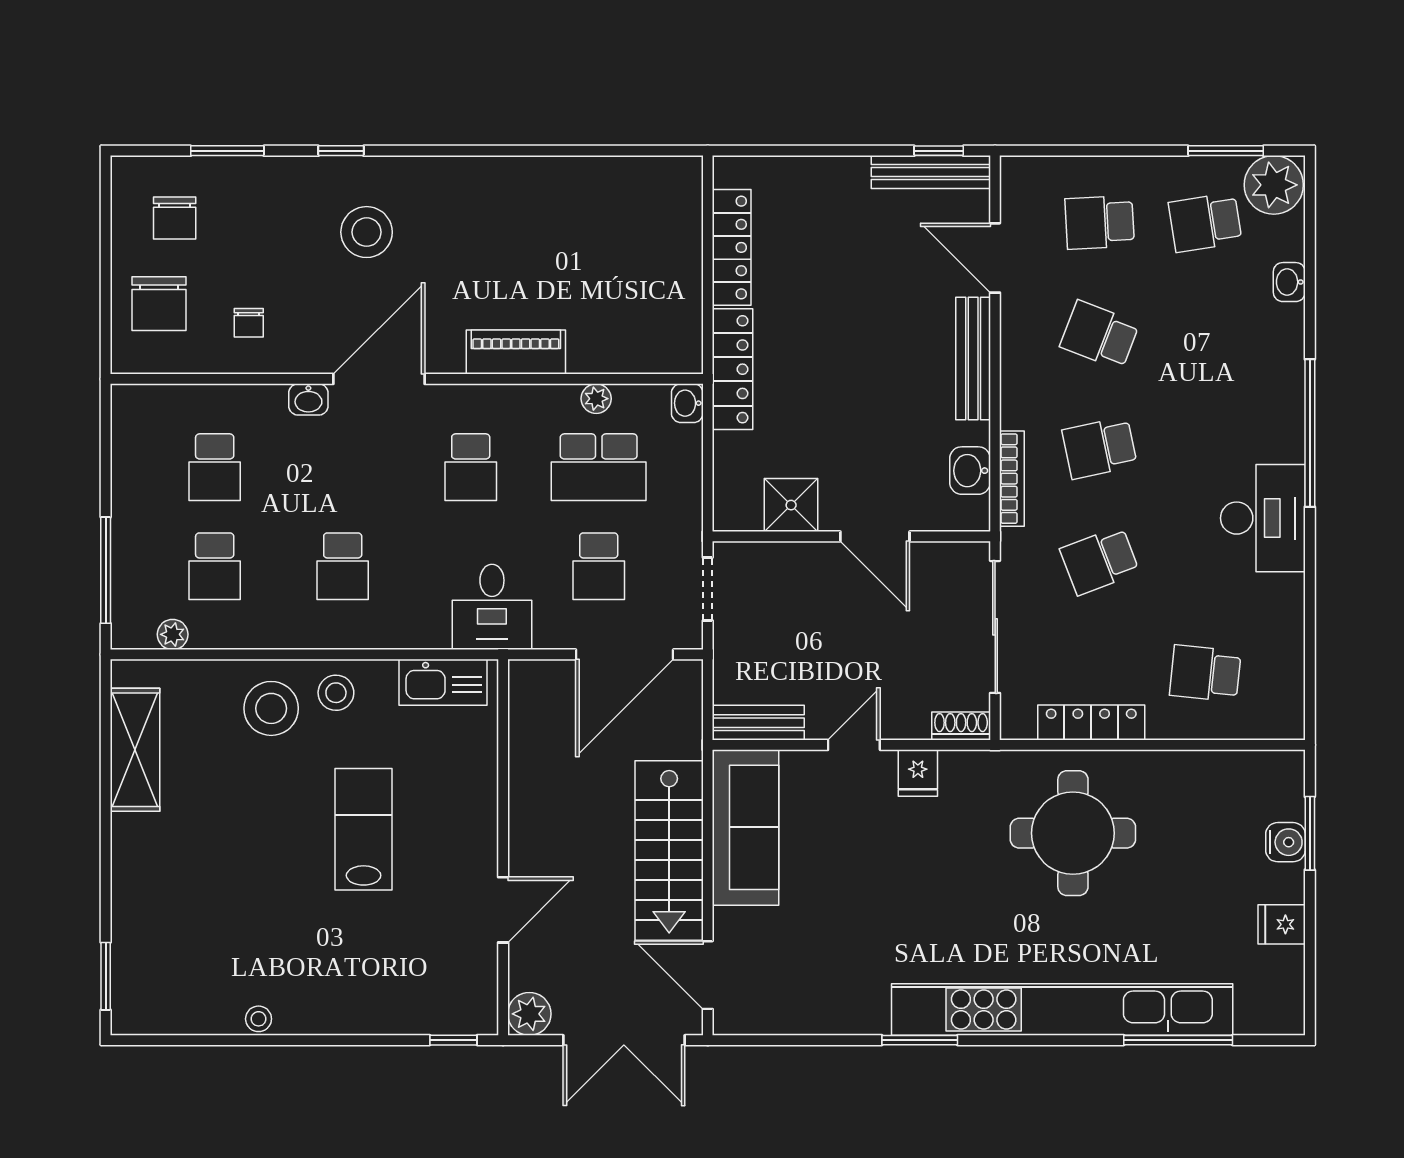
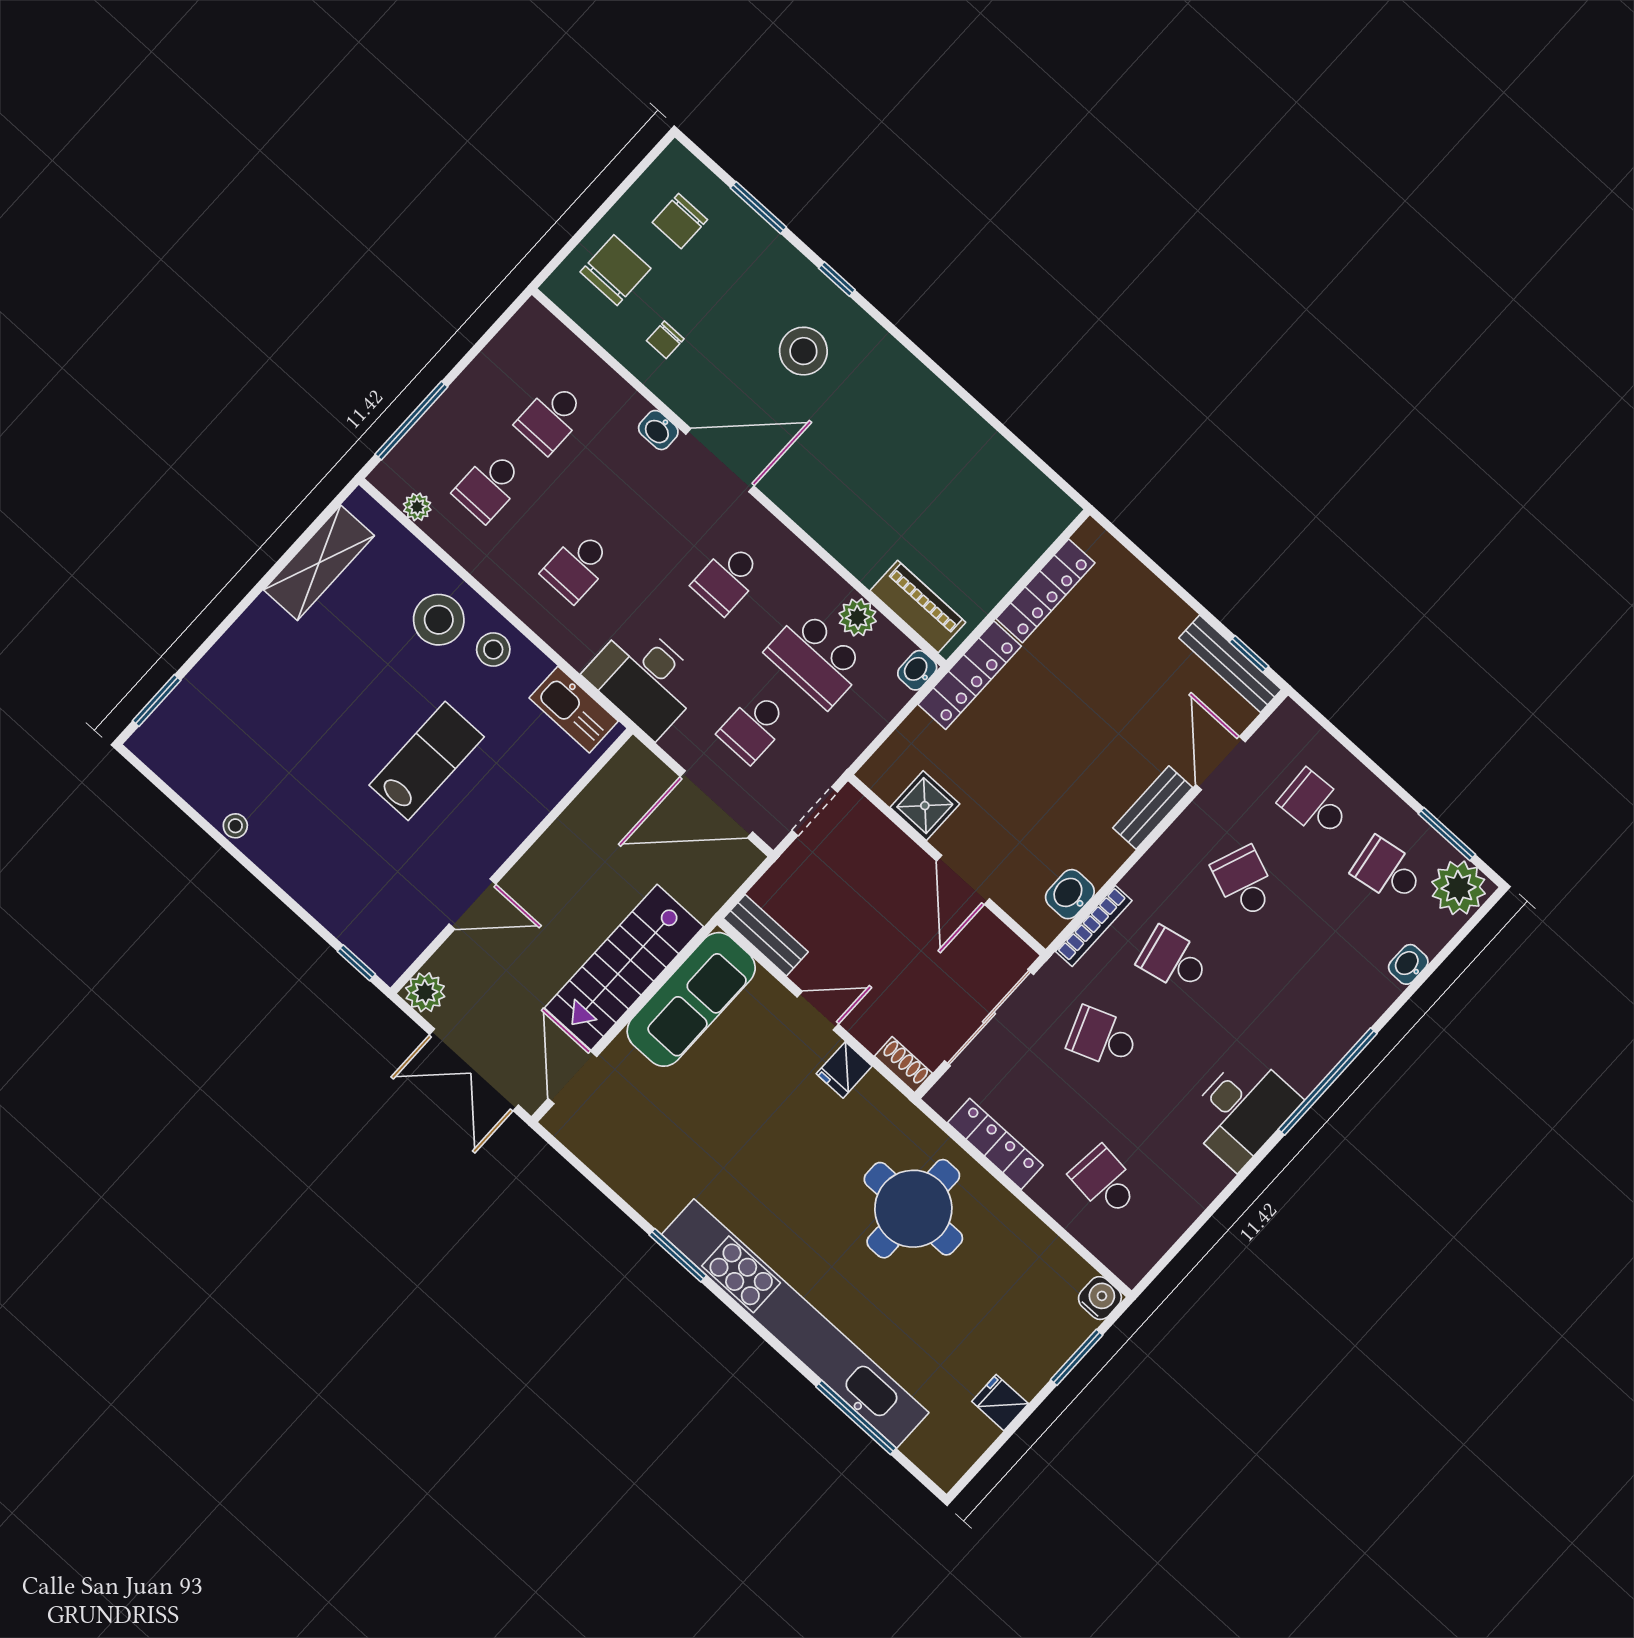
chair: (159, 304) -> (615, 270), turned 180
piano: (516, 352) -> (918, 606), moved
bench: (973, 358) -> (1153, 808), width x0.73
plant: (596, 399) -> (858, 617), width x1.38, depth x1.38
desk: (492, 607) -> (645, 679), width x1.37
water cooler: (1285, 842) -> (1100, 1298), moved, turned -90

